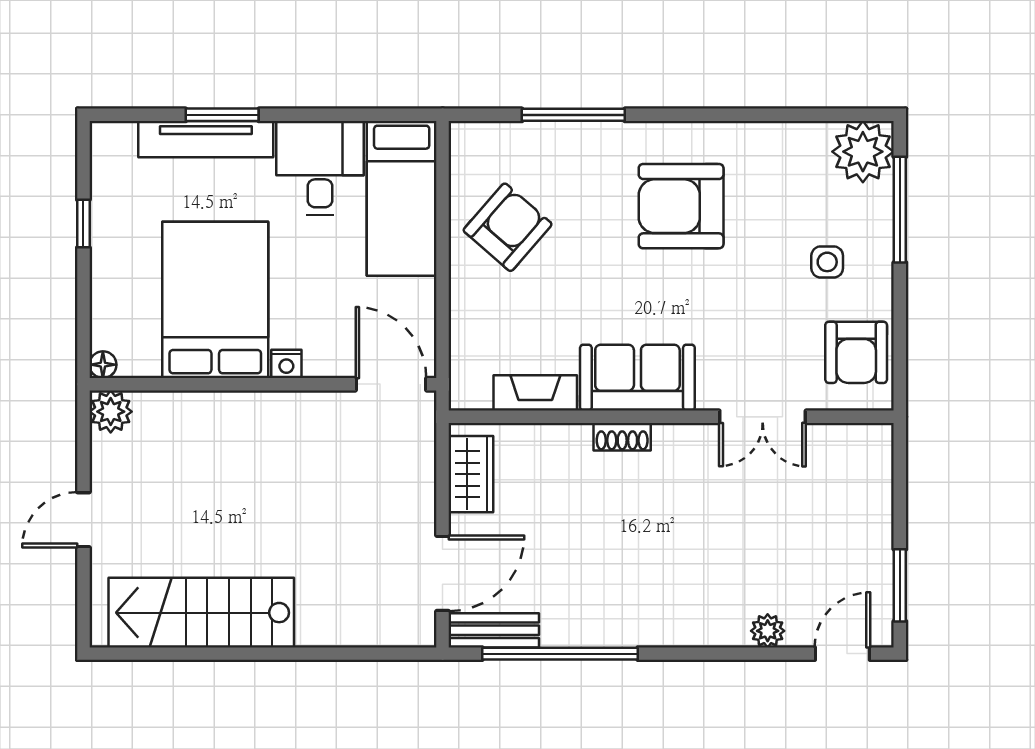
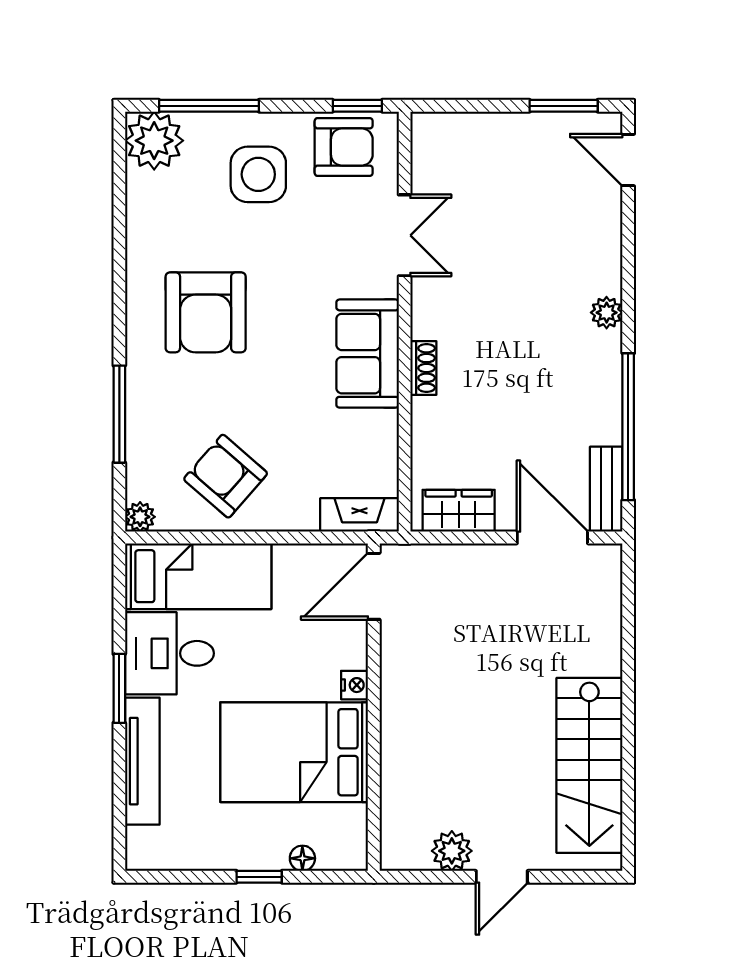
window: (222, 115) -> (119, 688), moved
plant: (465, 137) -> (140, 517), added
window: (83, 224) -> (259, 877), moved
side table: (827, 262) -> (258, 174), width x1.87, depth x1.87
floor lamp: (103, 365) -> (302, 858), moved
window: (900, 367) -> (357, 106), added
fireplace: (535, 393) -> (360, 515), moved, turned 90
plant: (111, 412) -> (452, 851), moved
door: (83, 520) -> (502, 877), hinge flipped
plant: (768, 631) -> (607, 313), moved

